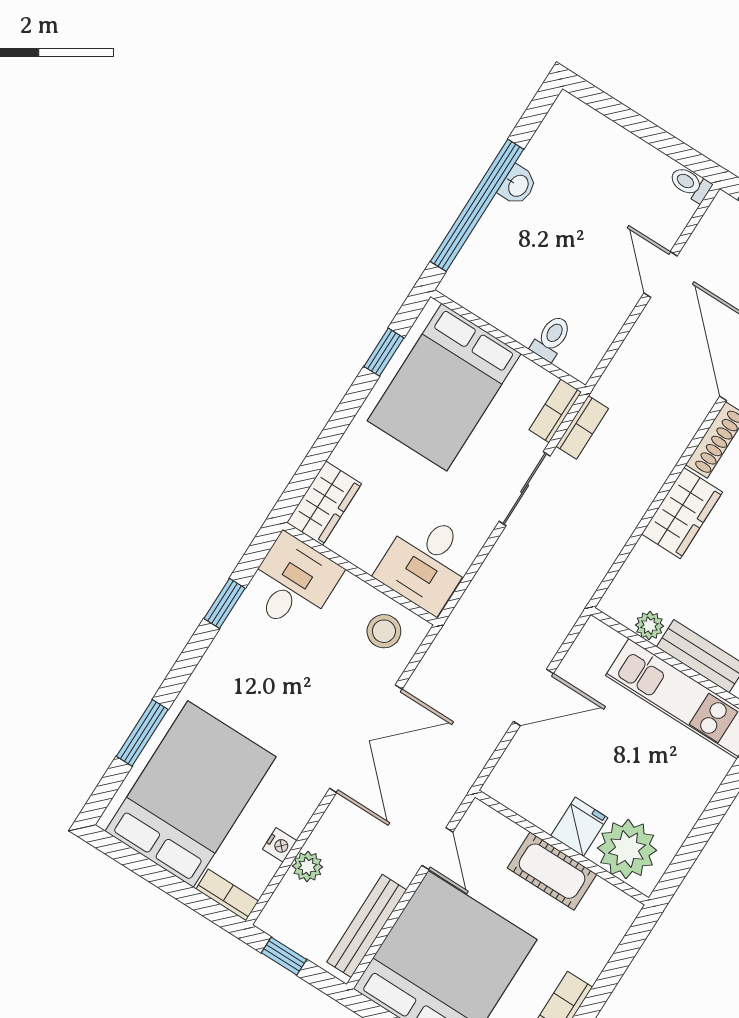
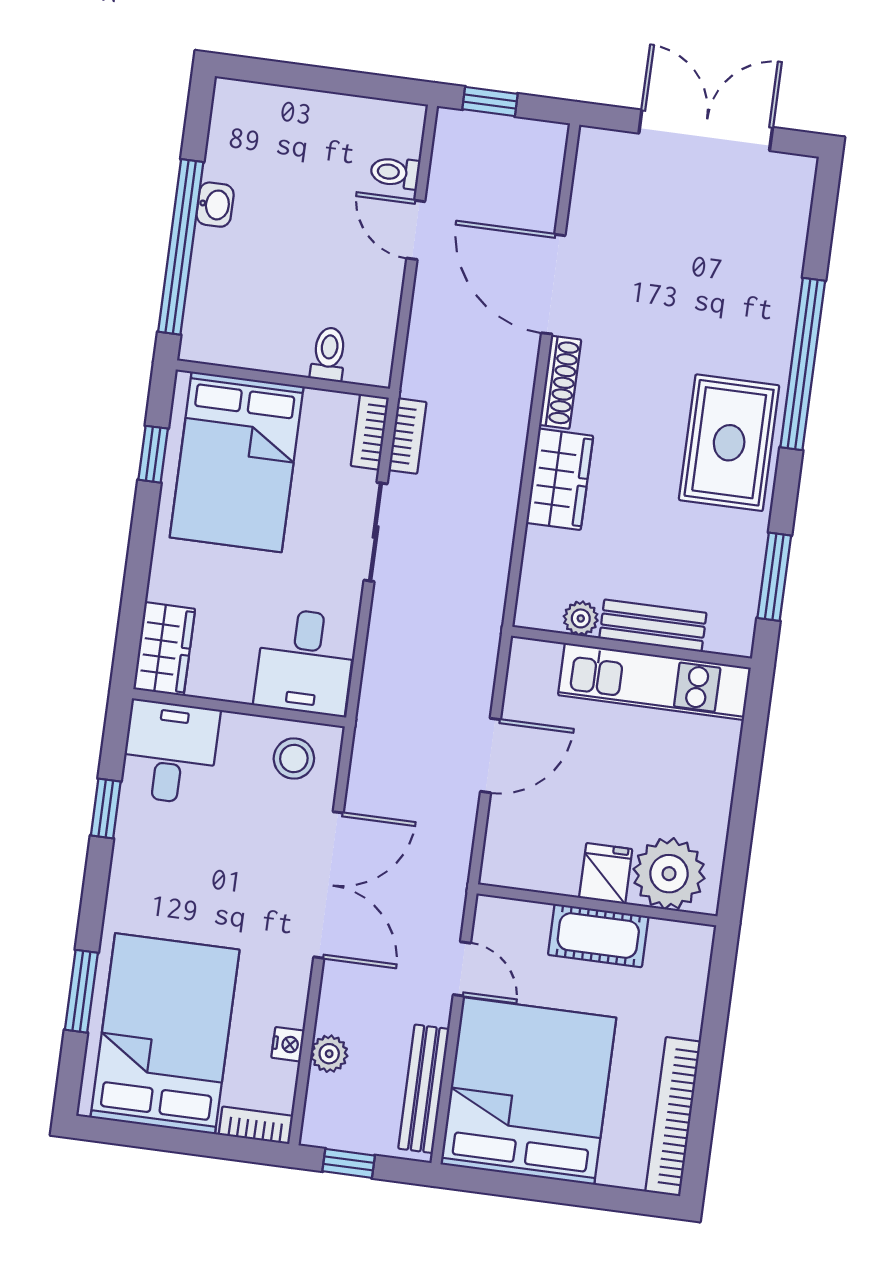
toilet: (690, 184) -> (395, 172), moved

